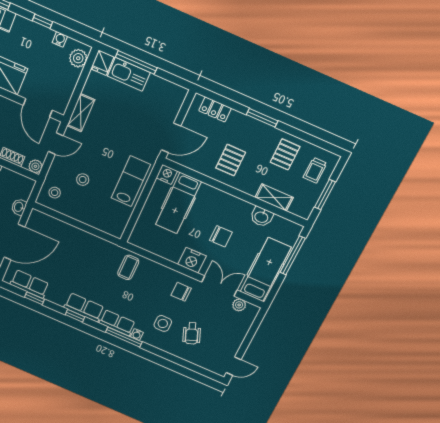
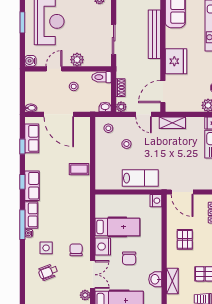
pallet: (231, 160) -> (185, 239), turned 90
hospital bed: (178, 203) -> (117, 227), moved, turned 180
washbasin: (19, 207) -> (105, 107), moved
coffee table: (128, 267) -> (79, 169), moved

